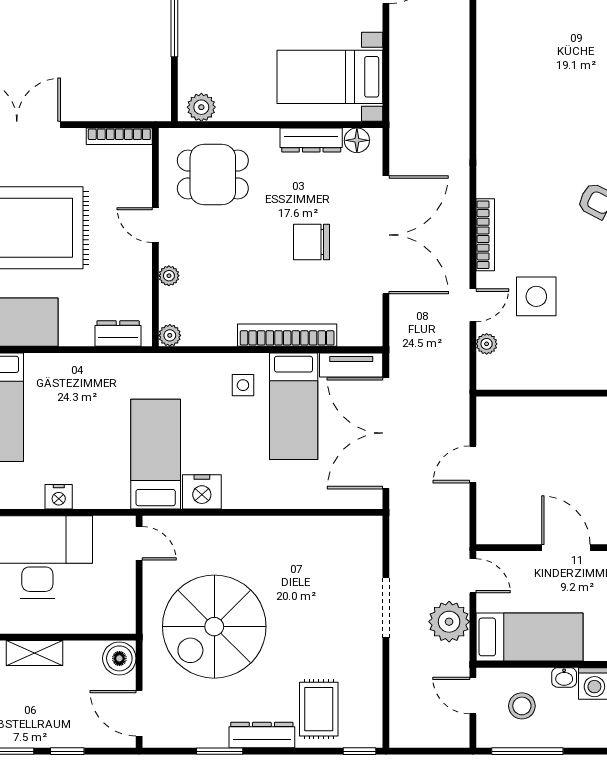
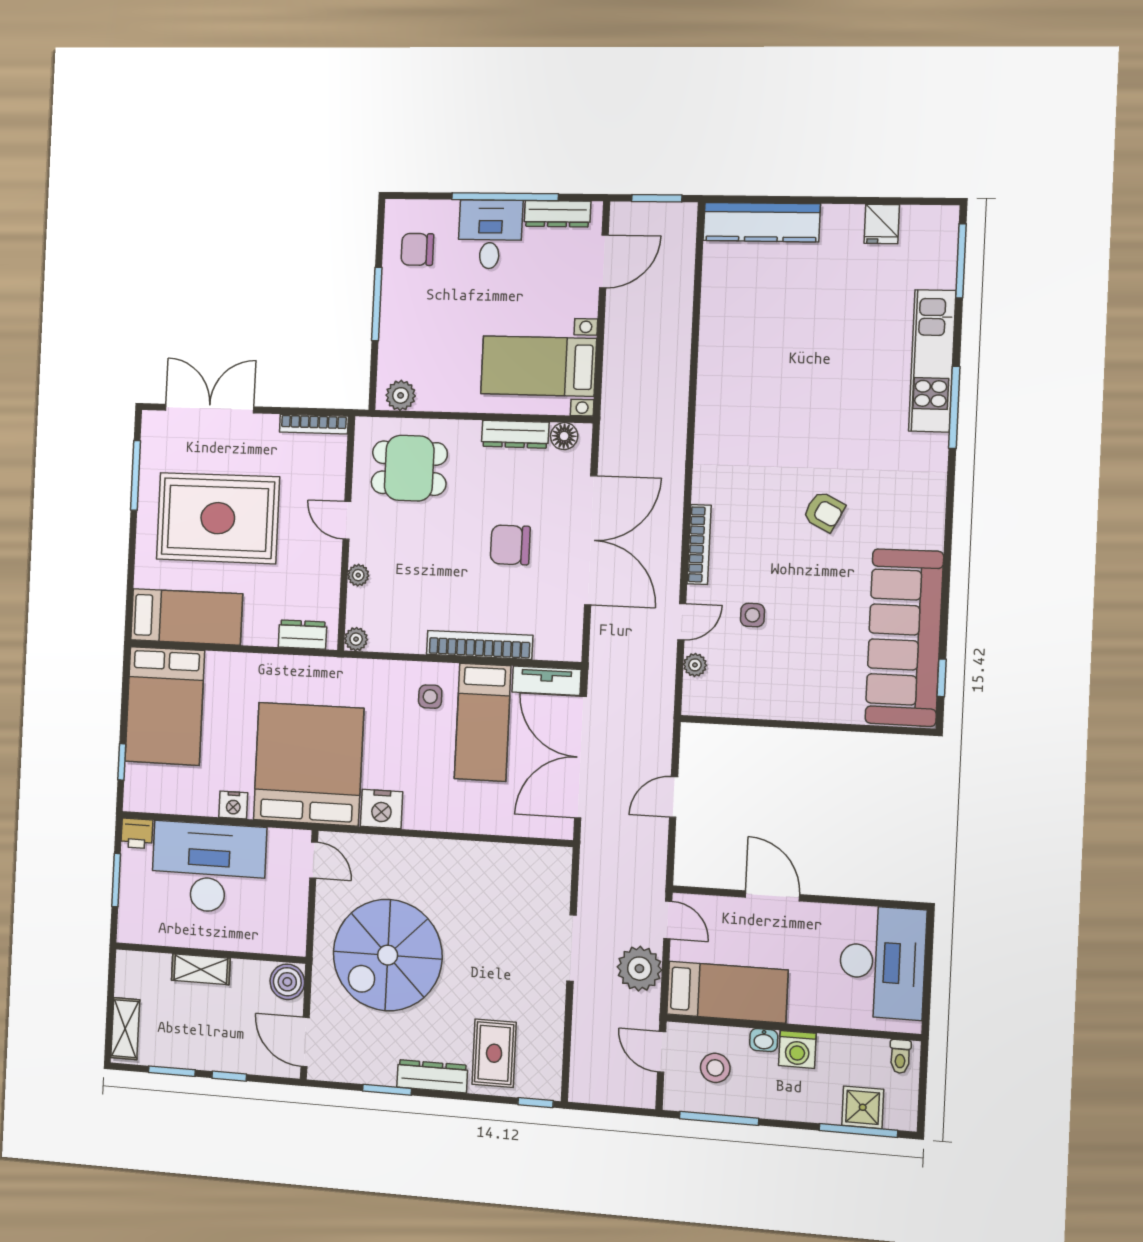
side table: (536, 296) -> (752, 615), width x0.54, depth x0.54
bed: (156, 454) -> (308, 764), width x2.04

